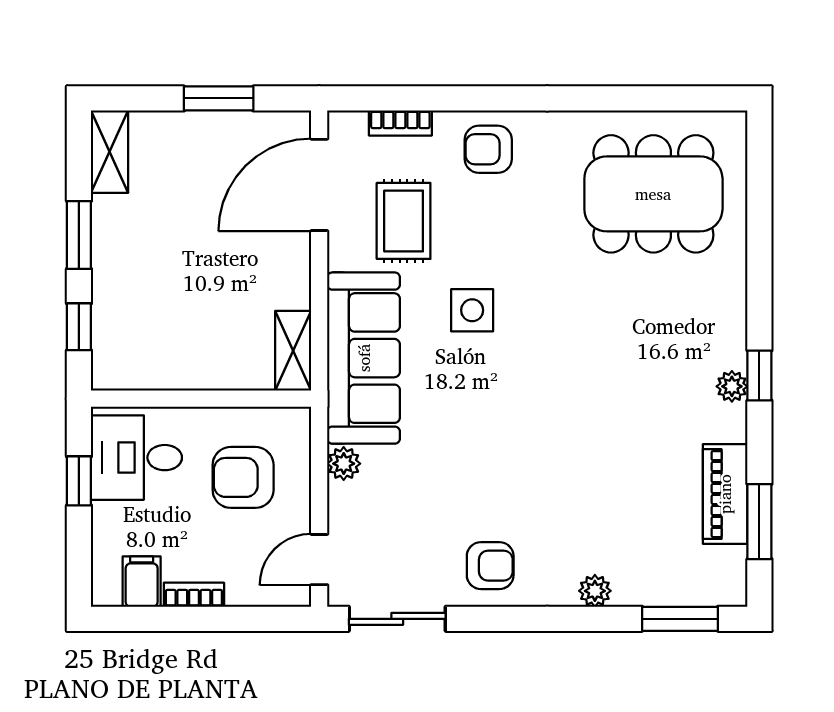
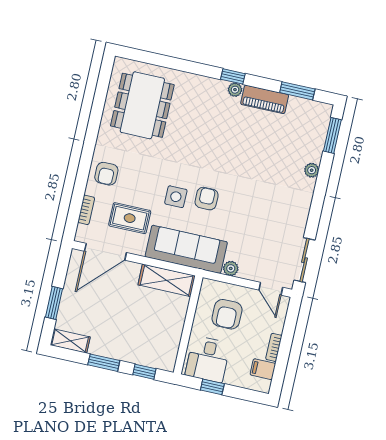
window: (219, 98) -> (54, 303), moved
door: (319, 185) -> (105, 252), hinge flipped
shelving: (293, 351) -> (167, 280), width x1.50, depth x1.33
piano: (725, 494) -> (265, 99), moved
armchair: (490, 566) -> (207, 199), moved

